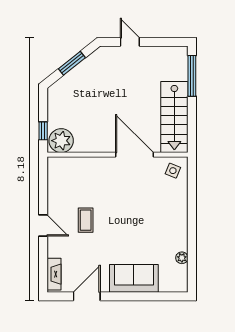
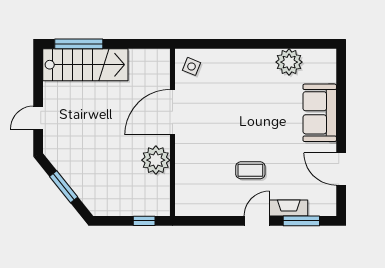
stairs: (174, 117) -> (85, 65), moved
plant: (61, 141) -> (156, 160), moved
plant: (182, 258) -> (289, 62), width x1.88, depth x1.88
window: (43, 263) -> (301, 221), added
fireplace: (54, 274) -> (289, 208), moved

